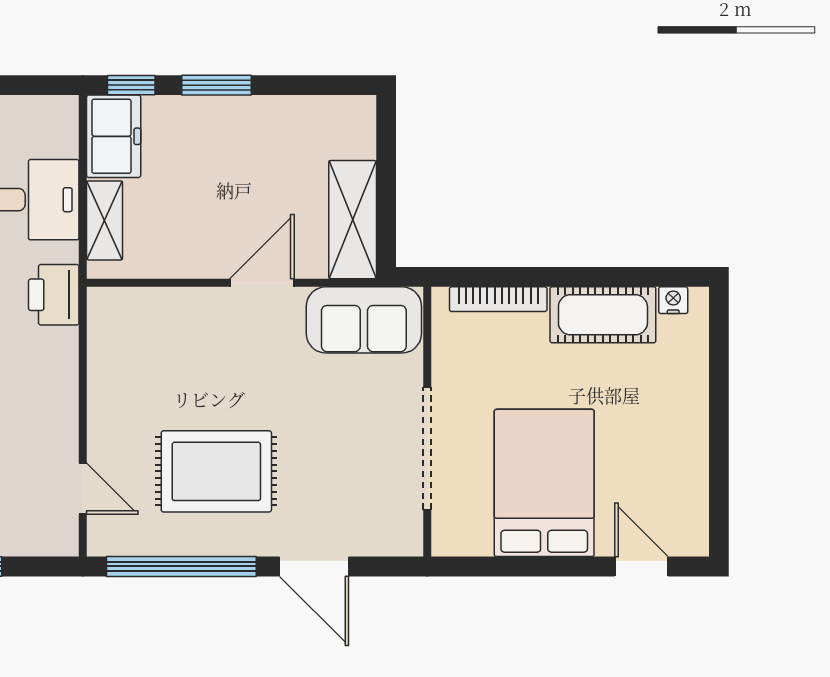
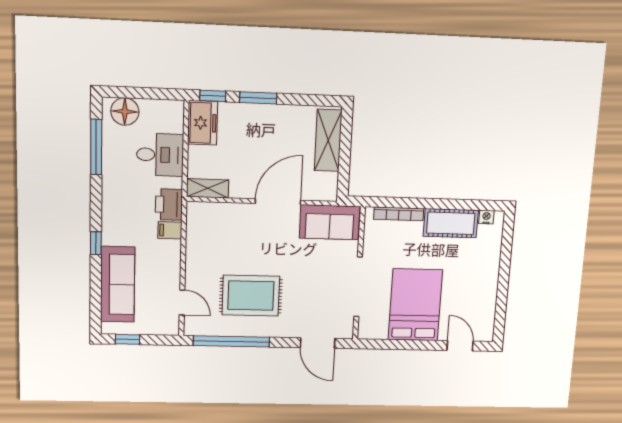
shelving: (105, 220) -> (208, 188), moved, turned 90
shelving: (353, 220) -> (328, 140), moved
door: (262, 283) -> (278, 202), width x1.36
filing cabinet: (57, 345) -> (170, 230), added
door: (314, 566) -> (318, 343), moved

